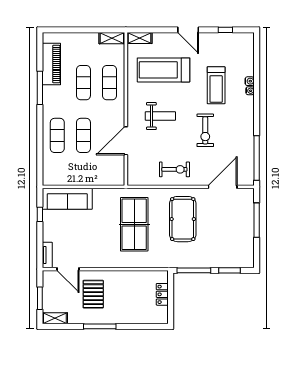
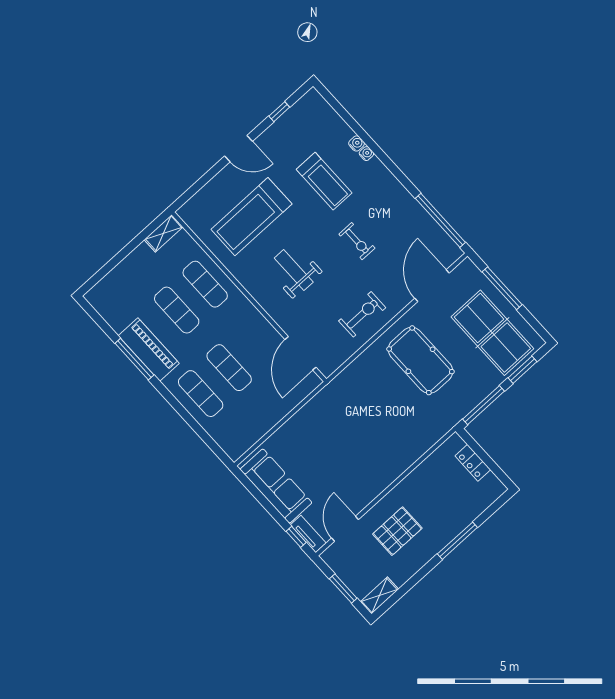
shelving: (139, 38) -> (194, 206), removed
piano: (51, 64) -> (149, 350), moved
weight bench: (160, 116) -> (294, 270), turned -90
exercise bike: (205, 130) -> (357, 241), width x0.73, depth x0.72
door: (126, 141) -> (301, 353), moved
sofa: (67, 199) -> (276, 486), moved, turned -90
window: (40, 214) -> (296, 537), moved
table tennis table: (134, 224) -> (492, 333), moved
door: (68, 269) -> (345, 529), swing flipped
pallet: (93, 294) -> (397, 531), turned 90
window: (100, 326) -> (457, 541), moved

